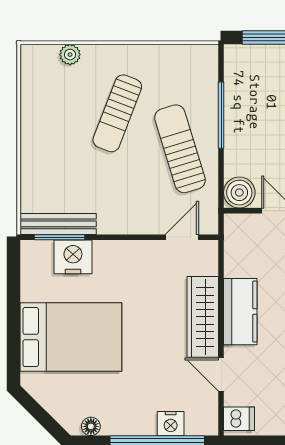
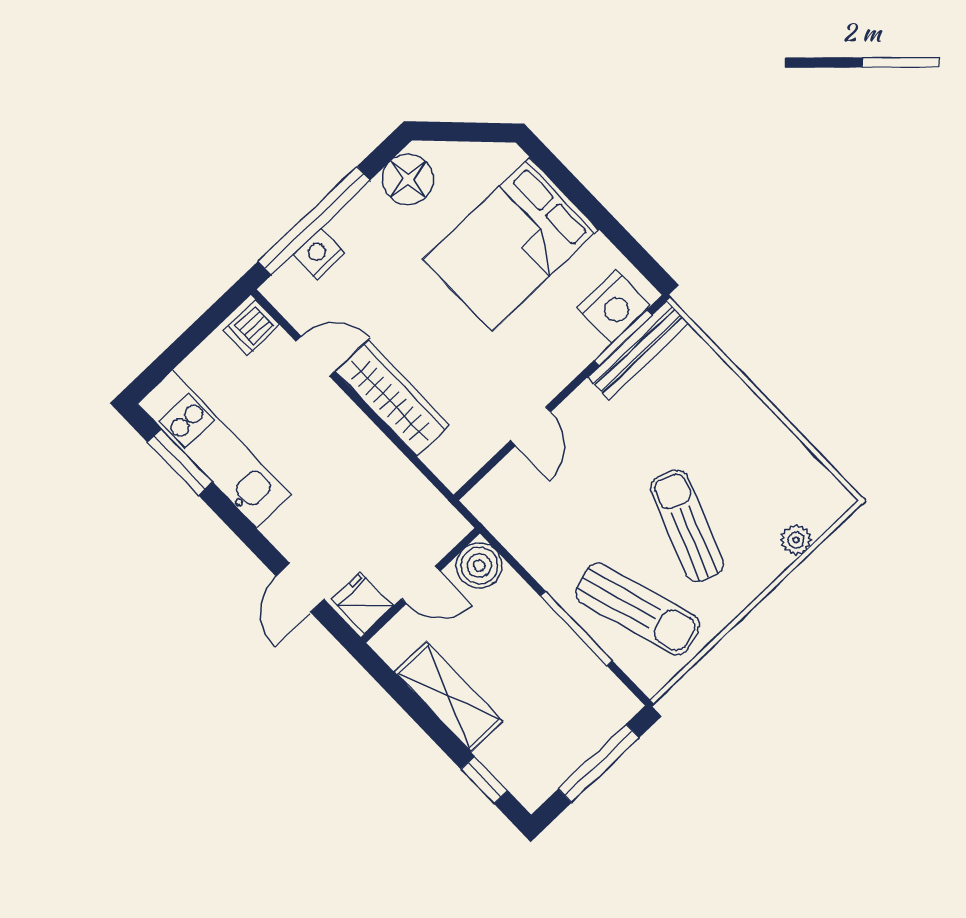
sun lounger: (180, 149) -> (638, 609), moved
door: (182, 237) -> (531, 426), moved
nightstand: (73, 257) -> (614, 307), moved
kitchen counter: (240, 312) -> (358, 442), removed
floor lamp: (91, 426) -> (408, 179), width x1.89, depth x1.89

